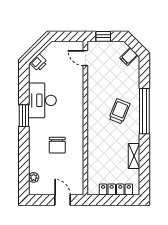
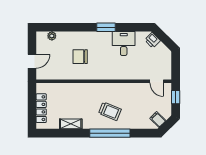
door: (85, 58) -> (157, 81), swing flipped
desk: (42, 100) -> (124, 44), width x0.73

